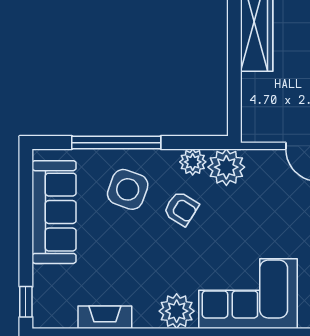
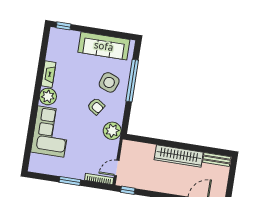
plant: (193, 162) -> (117, 115), removed
armchair: (181, 209) -> (96, 106), turned -88
fireplace: (105, 317) -> (48, 74), moved

